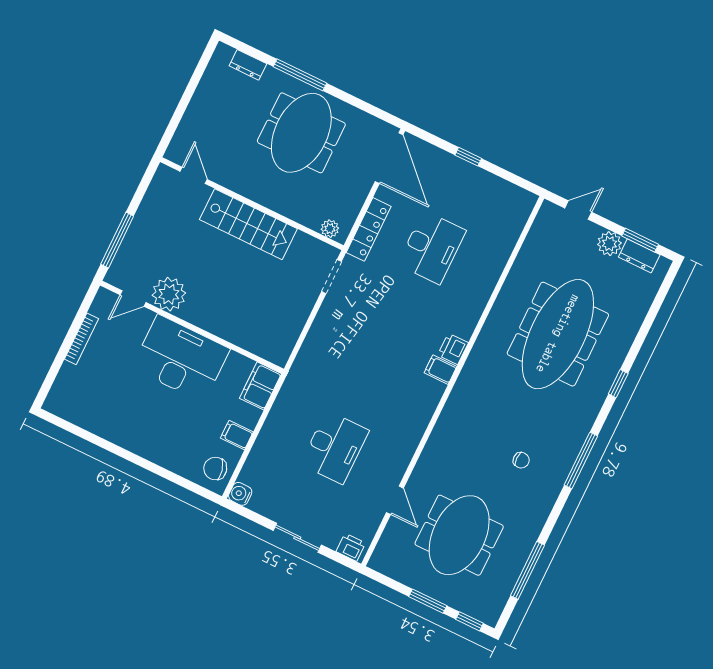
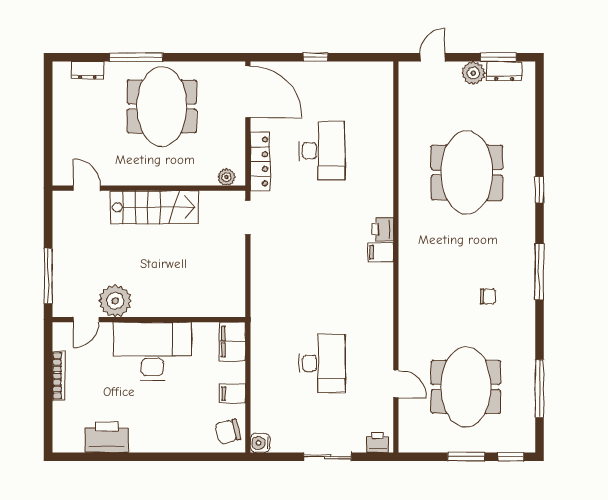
meeting table: (558, 334) -> (467, 173), width x0.73
printer: (99, 418) -> (107, 437), added

